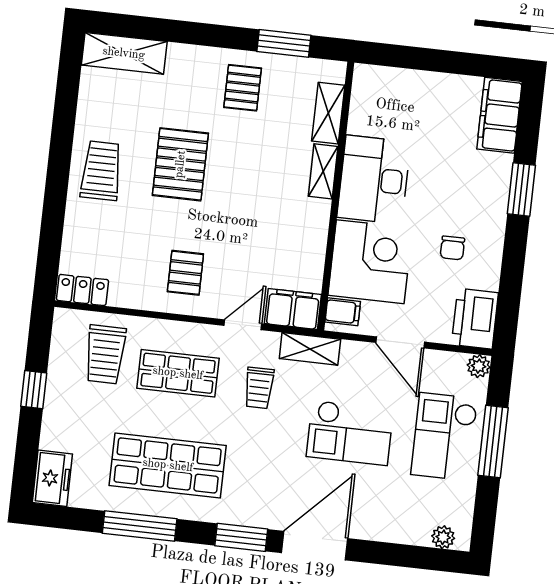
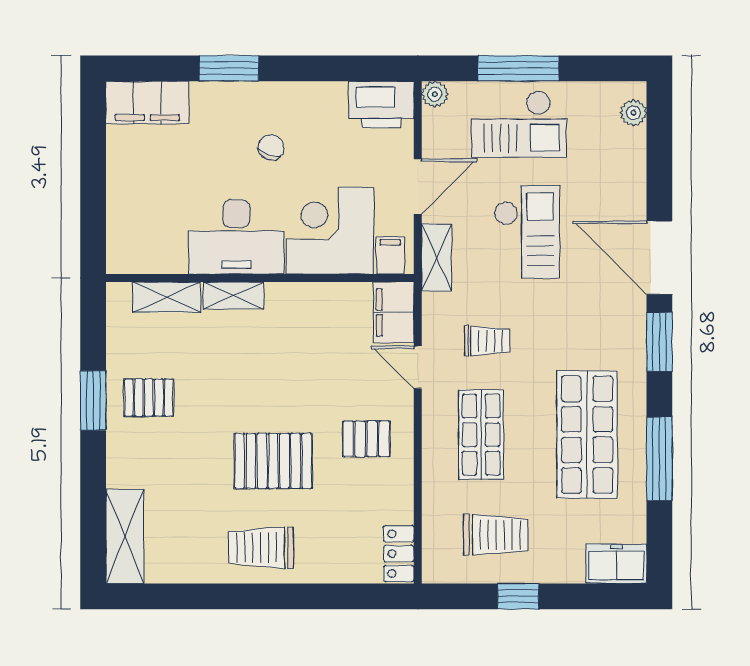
window: (284, 43) -> (93, 400), moved
pallet: (180, 164) -> (273, 461), moved
chair: (452, 248) -> (271, 147), moved, turned -68
shelving: (310, 349) -> (437, 257), moved
trolley: (105, 354) -> (496, 535), moved

